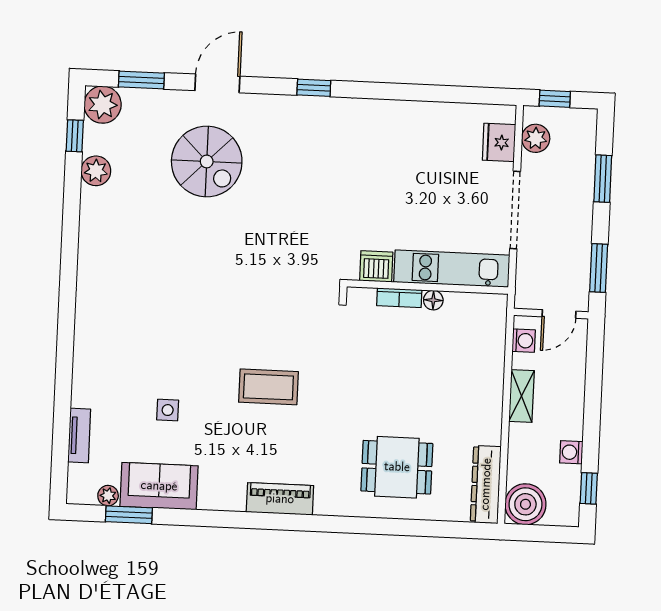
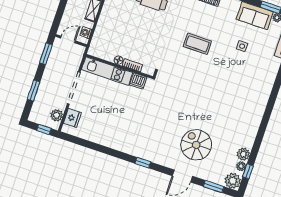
plant: (93, 143) -> (241, 166), added

